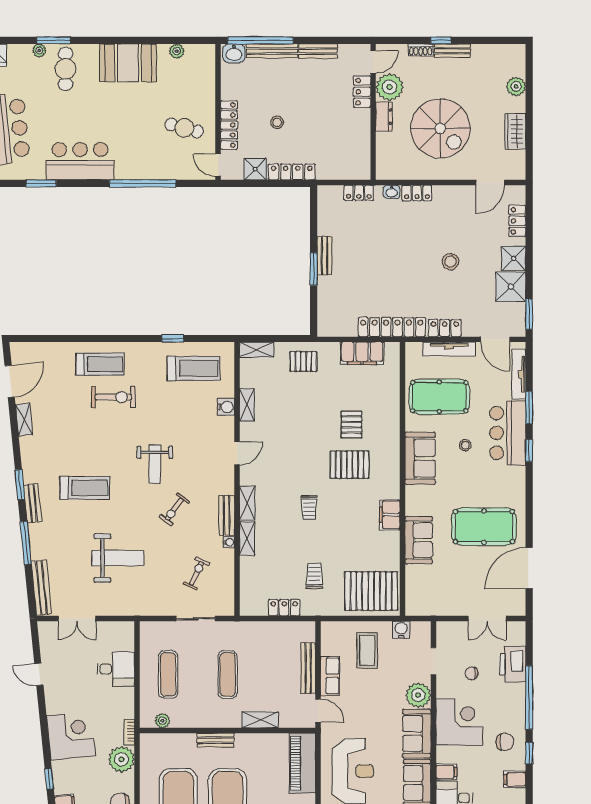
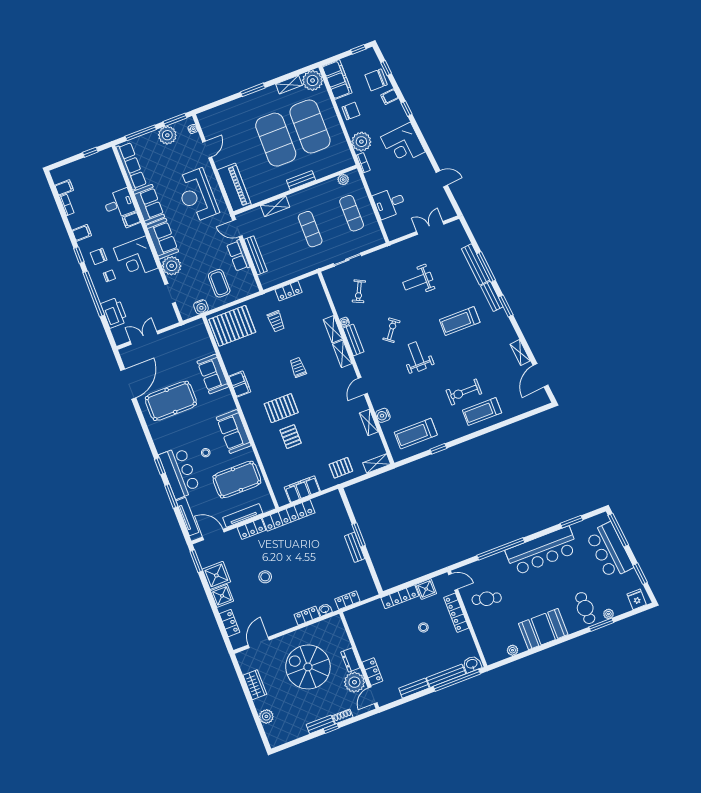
bar counter: (80, 161) -> (542, 551), width x1.36
weight bench: (118, 558) -> (418, 281), width x0.73, depth x0.75
bench: (41, 588) -> (476, 264), moved
chair: (472, 673) -> (109, 276), moved

